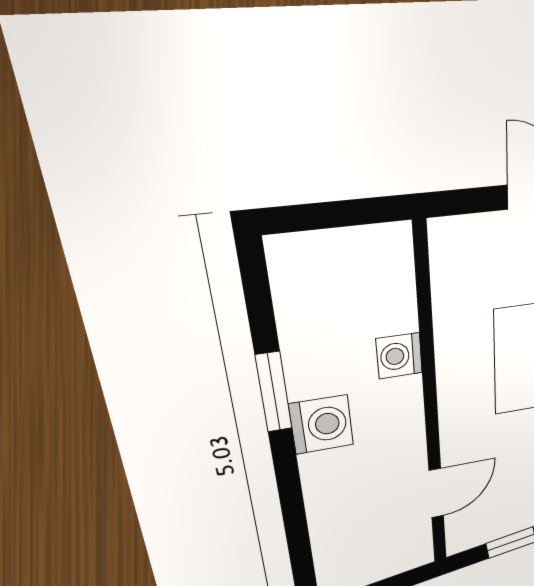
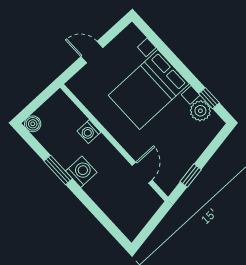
boiler: (289, 255) -> (33, 124), added

